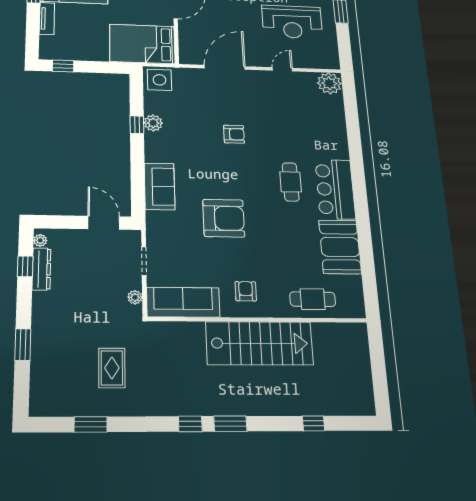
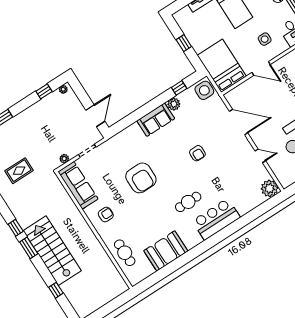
window: (63, 66) -> (184, 43), moved
window: (137, 125) -> (179, 88), moved
sofa: (160, 186) -> (156, 120), moved
bar counter: (335, 189) -> (216, 219), moved
dresser: (41, 269) -> (48, 101), removed
stairs: (259, 343) -> (52, 251), moved, turned 180

